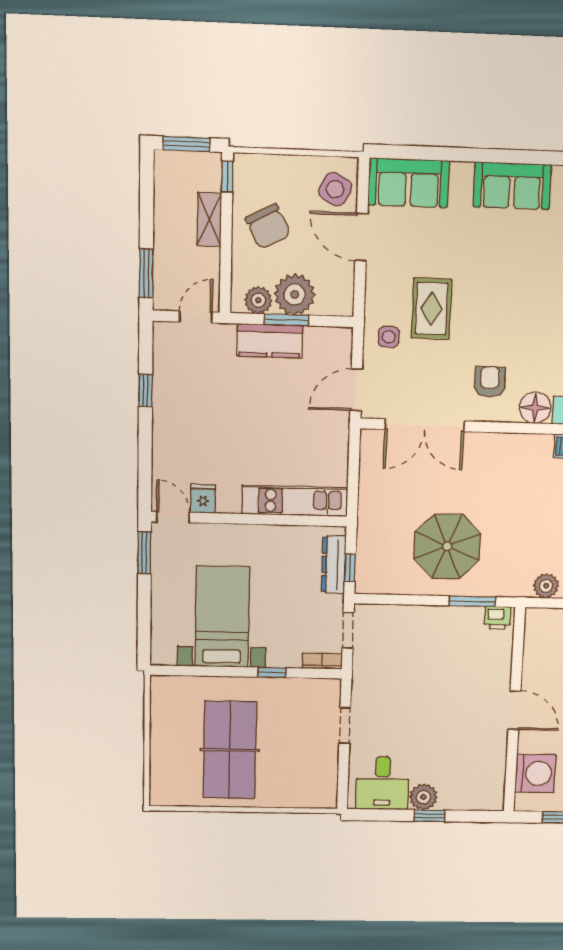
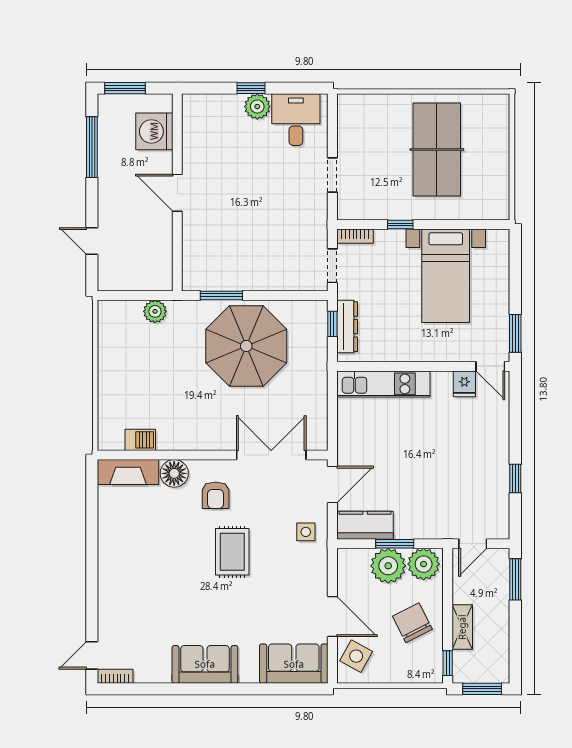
plant: (258, 300) -> (424, 564), width x1.36, depth x1.36
rug: (431, 309) -> (232, 552), moved
kitchen counter: (270, 341) -> (365, 525), moved
parasol: (447, 546) -> (246, 346), width x1.36, depth x1.36
printer: (498, 618) -> (197, 280), removed

